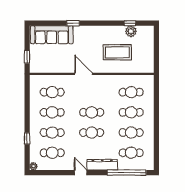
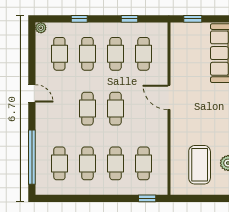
coffee table: (117, 52) -> (200, 165), moved
door: (84, 74) -> (169, 97), swing flipped
window: (156, 90) -> (147, 198), added
window: (27, 102) -> (129, 19), added
dresser: (102, 165) -> (43, 123), removed
door: (81, 173) -> (32, 93), hinge flipped

